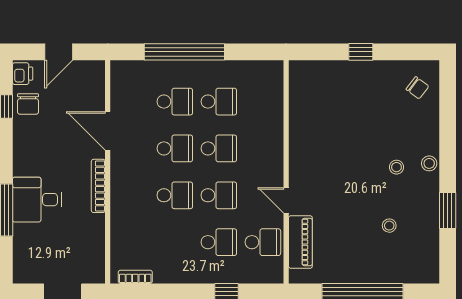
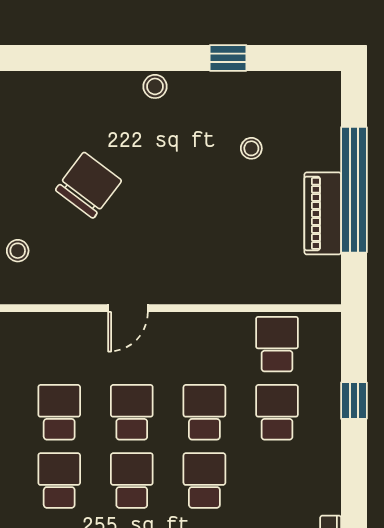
chair: (417, 88) -> (88, 185), moved, width x1.87, depth x1.87
stool: (396, 167) -> (18, 251), moved
door: (286, 200) -> (128, 308), moved
window: (448, 211) -> (228, 58), width x0.67
piano: (300, 242) -> (323, 213), moved, turned -90

